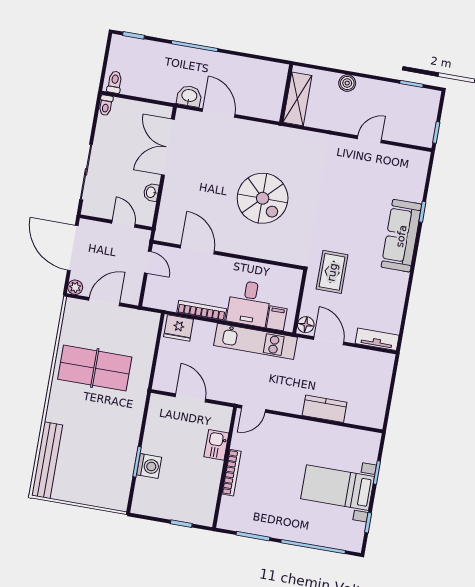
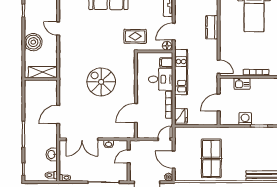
boiler: (347, 83) -> (33, 42), width x1.86, depth x1.86
washbasin: (189, 96) -> (52, 154), moved
spiral stairs: (263, 198) -> (101, 82), turned -90
door: (148, 262) -> (164, 139), moved
washing machine: (149, 466) -> (245, 119), moved

